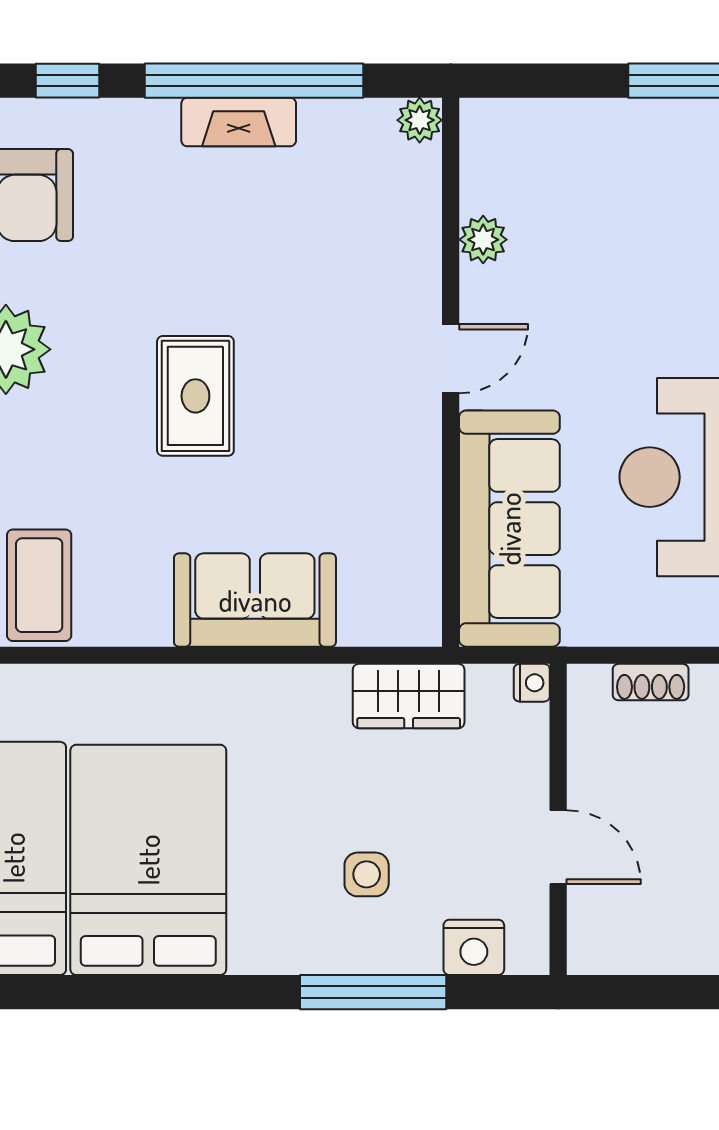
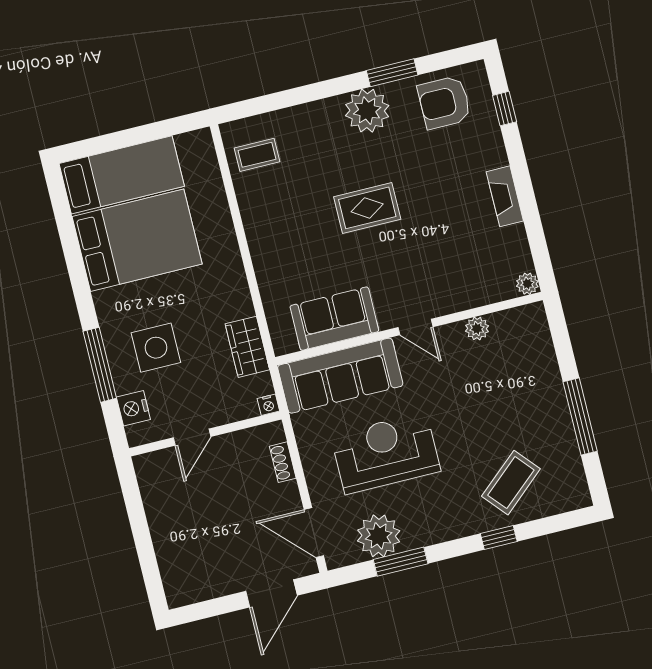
window: (254, 81) -> (527, 199), removed
coffee table: (39, 585) -> (257, 155), width x0.73, depth x0.77
sofa: (255, 600) -> (334, 319), moved, turned -90
side table: (367, 874) -> (156, 348), width x1.87, depth x1.87

